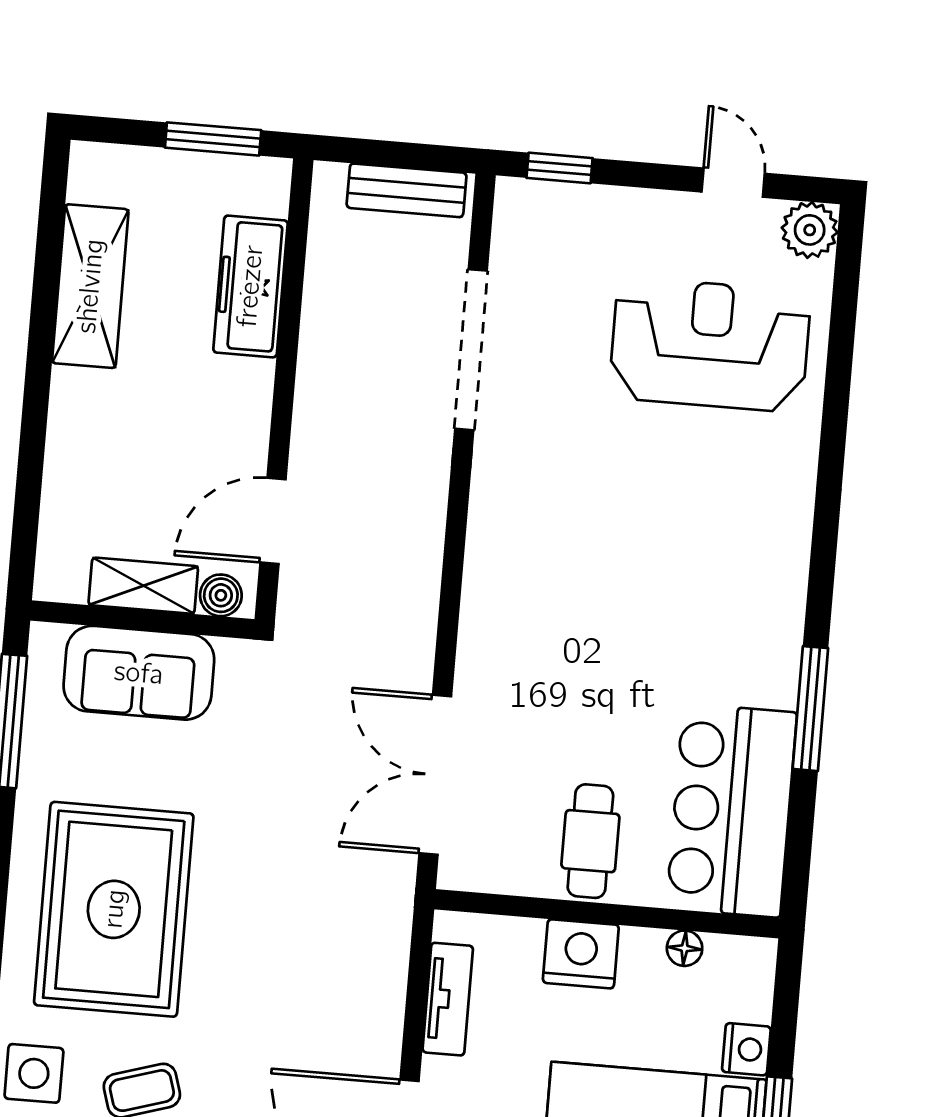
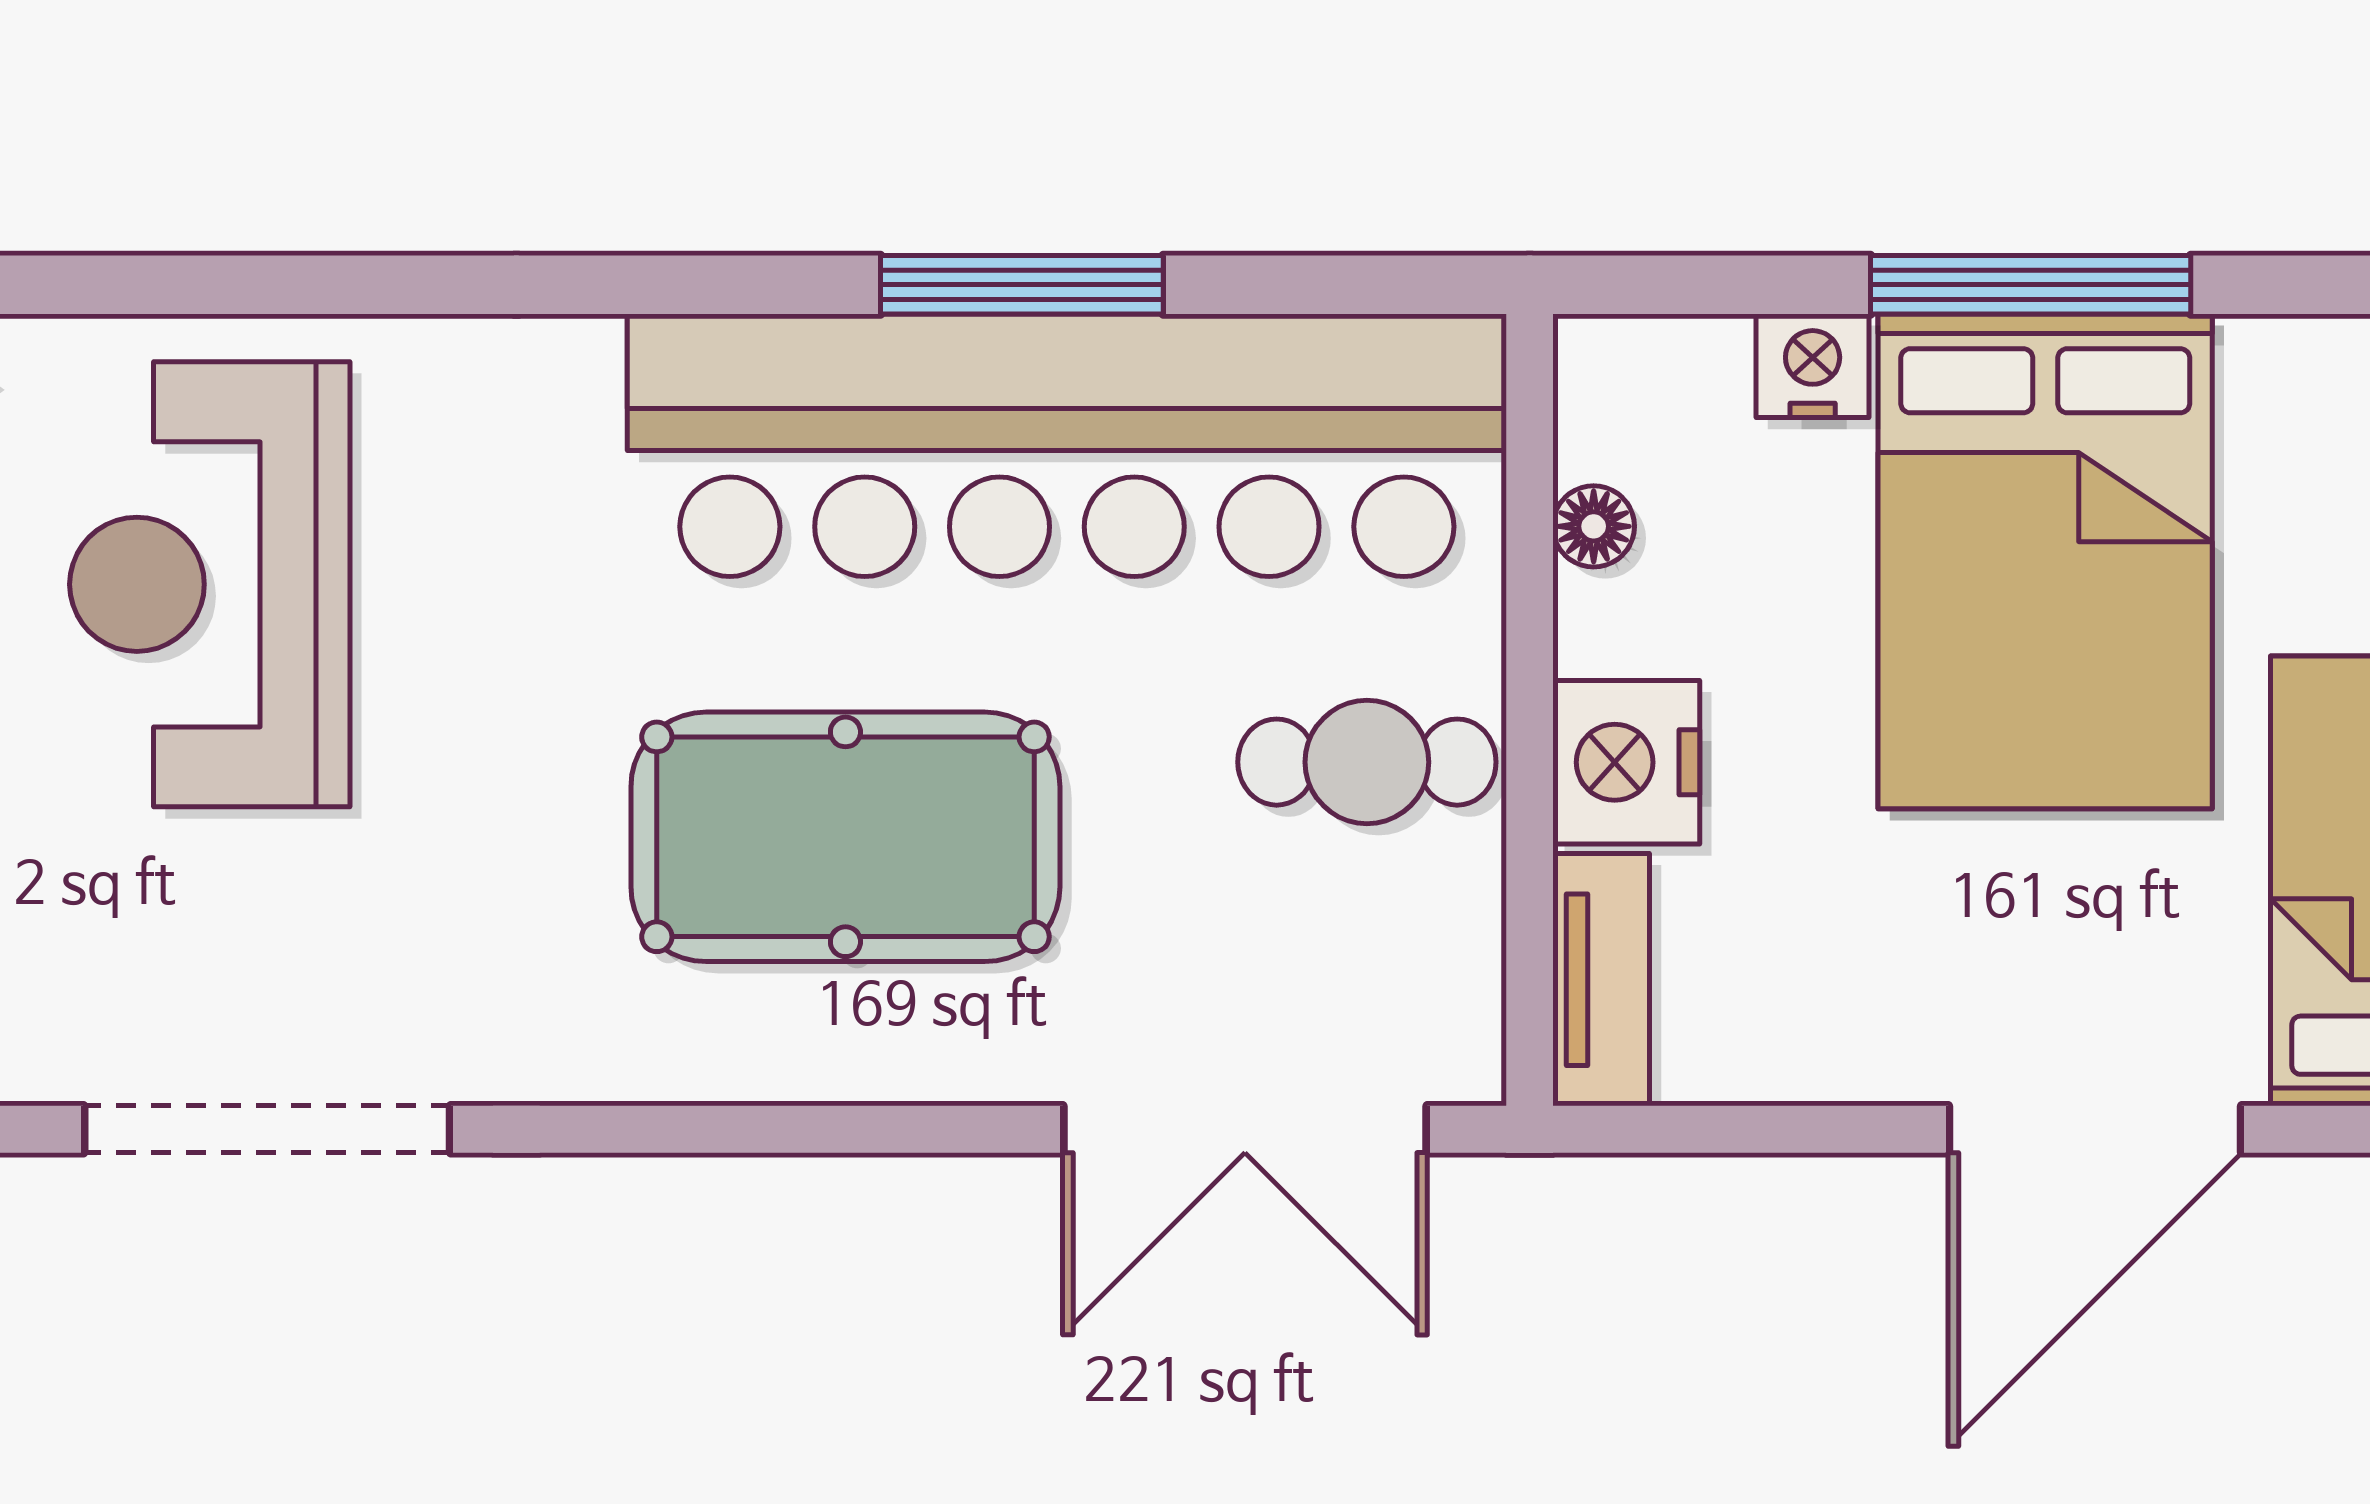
pool table: (577, 612) -> (845, 837), added
bar counter: (732, 810) -> (1067, 445), width x1.86
tv unit: (448, 999) -> (1601, 980), moved, turned 90

